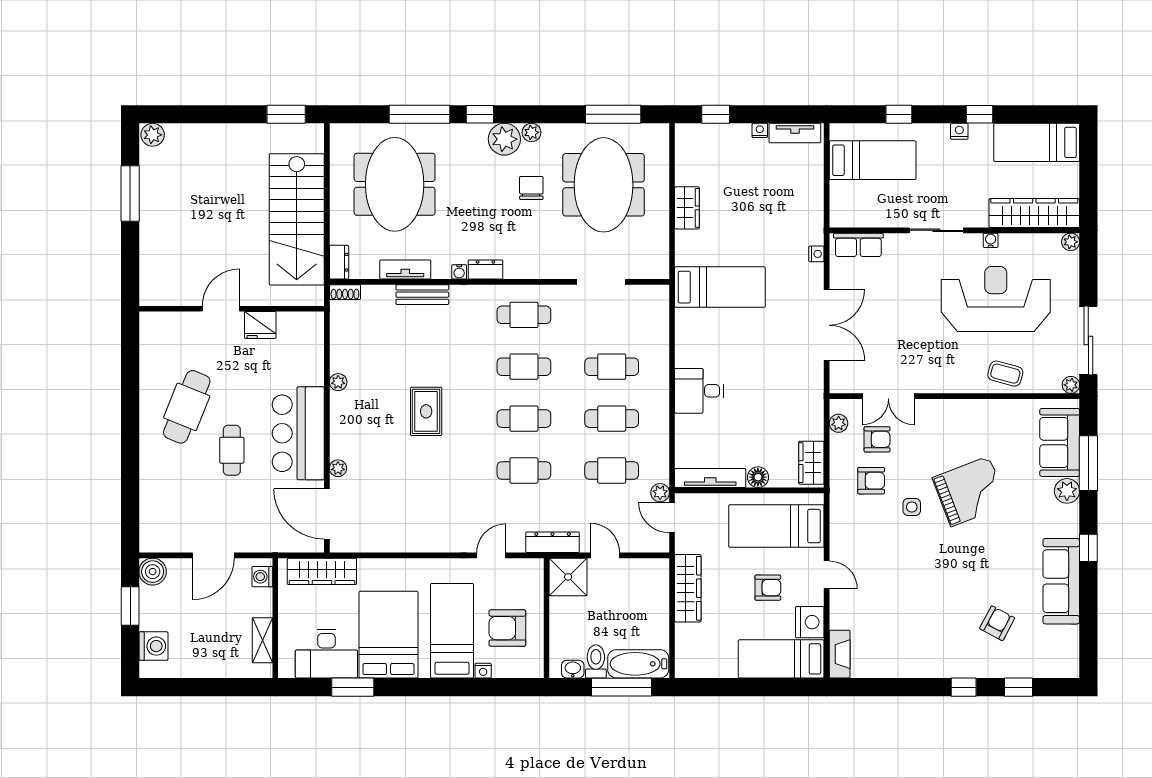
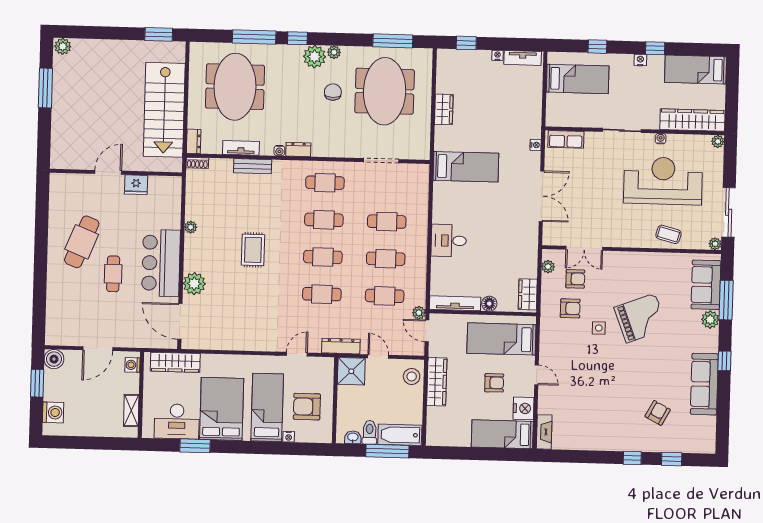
plant: (338, 468) -> (194, 284), width x1.88, depth x1.88
stool: (652, 582) -> (412, 376), added

